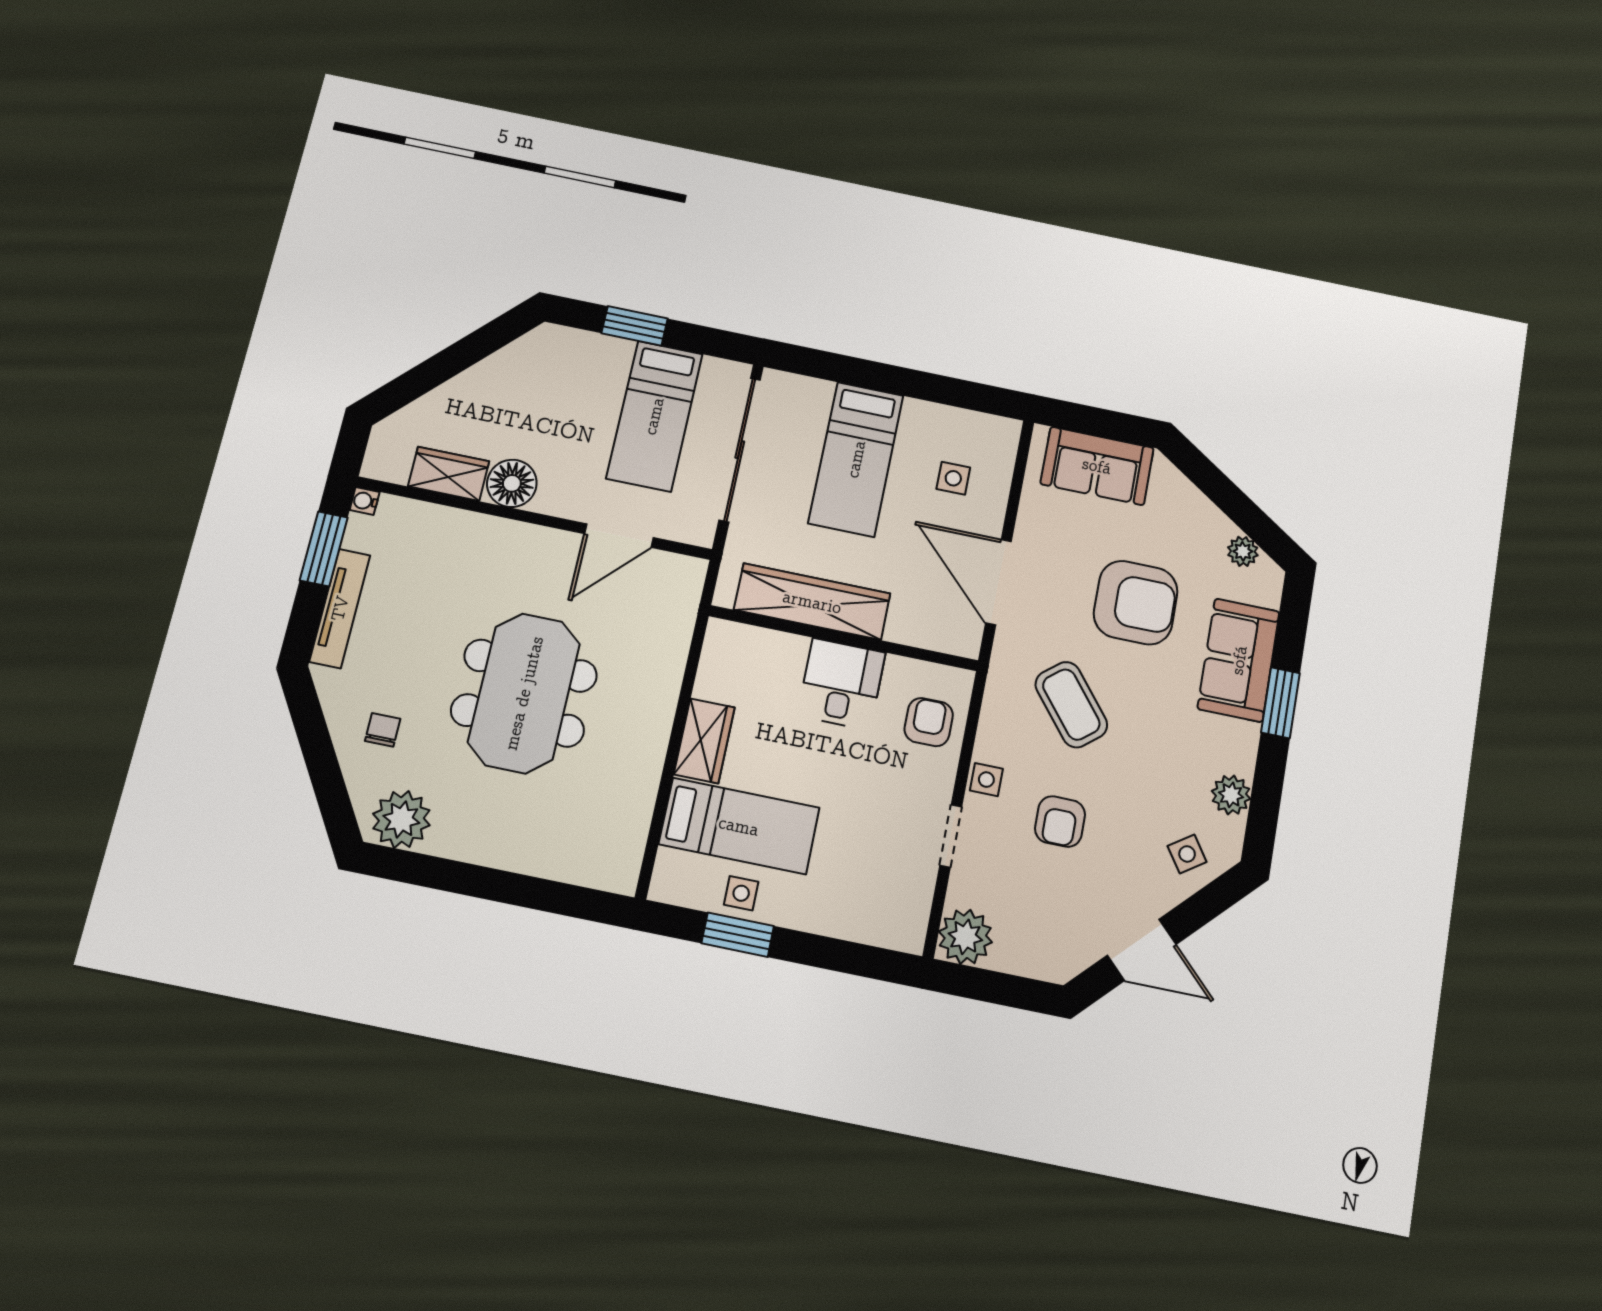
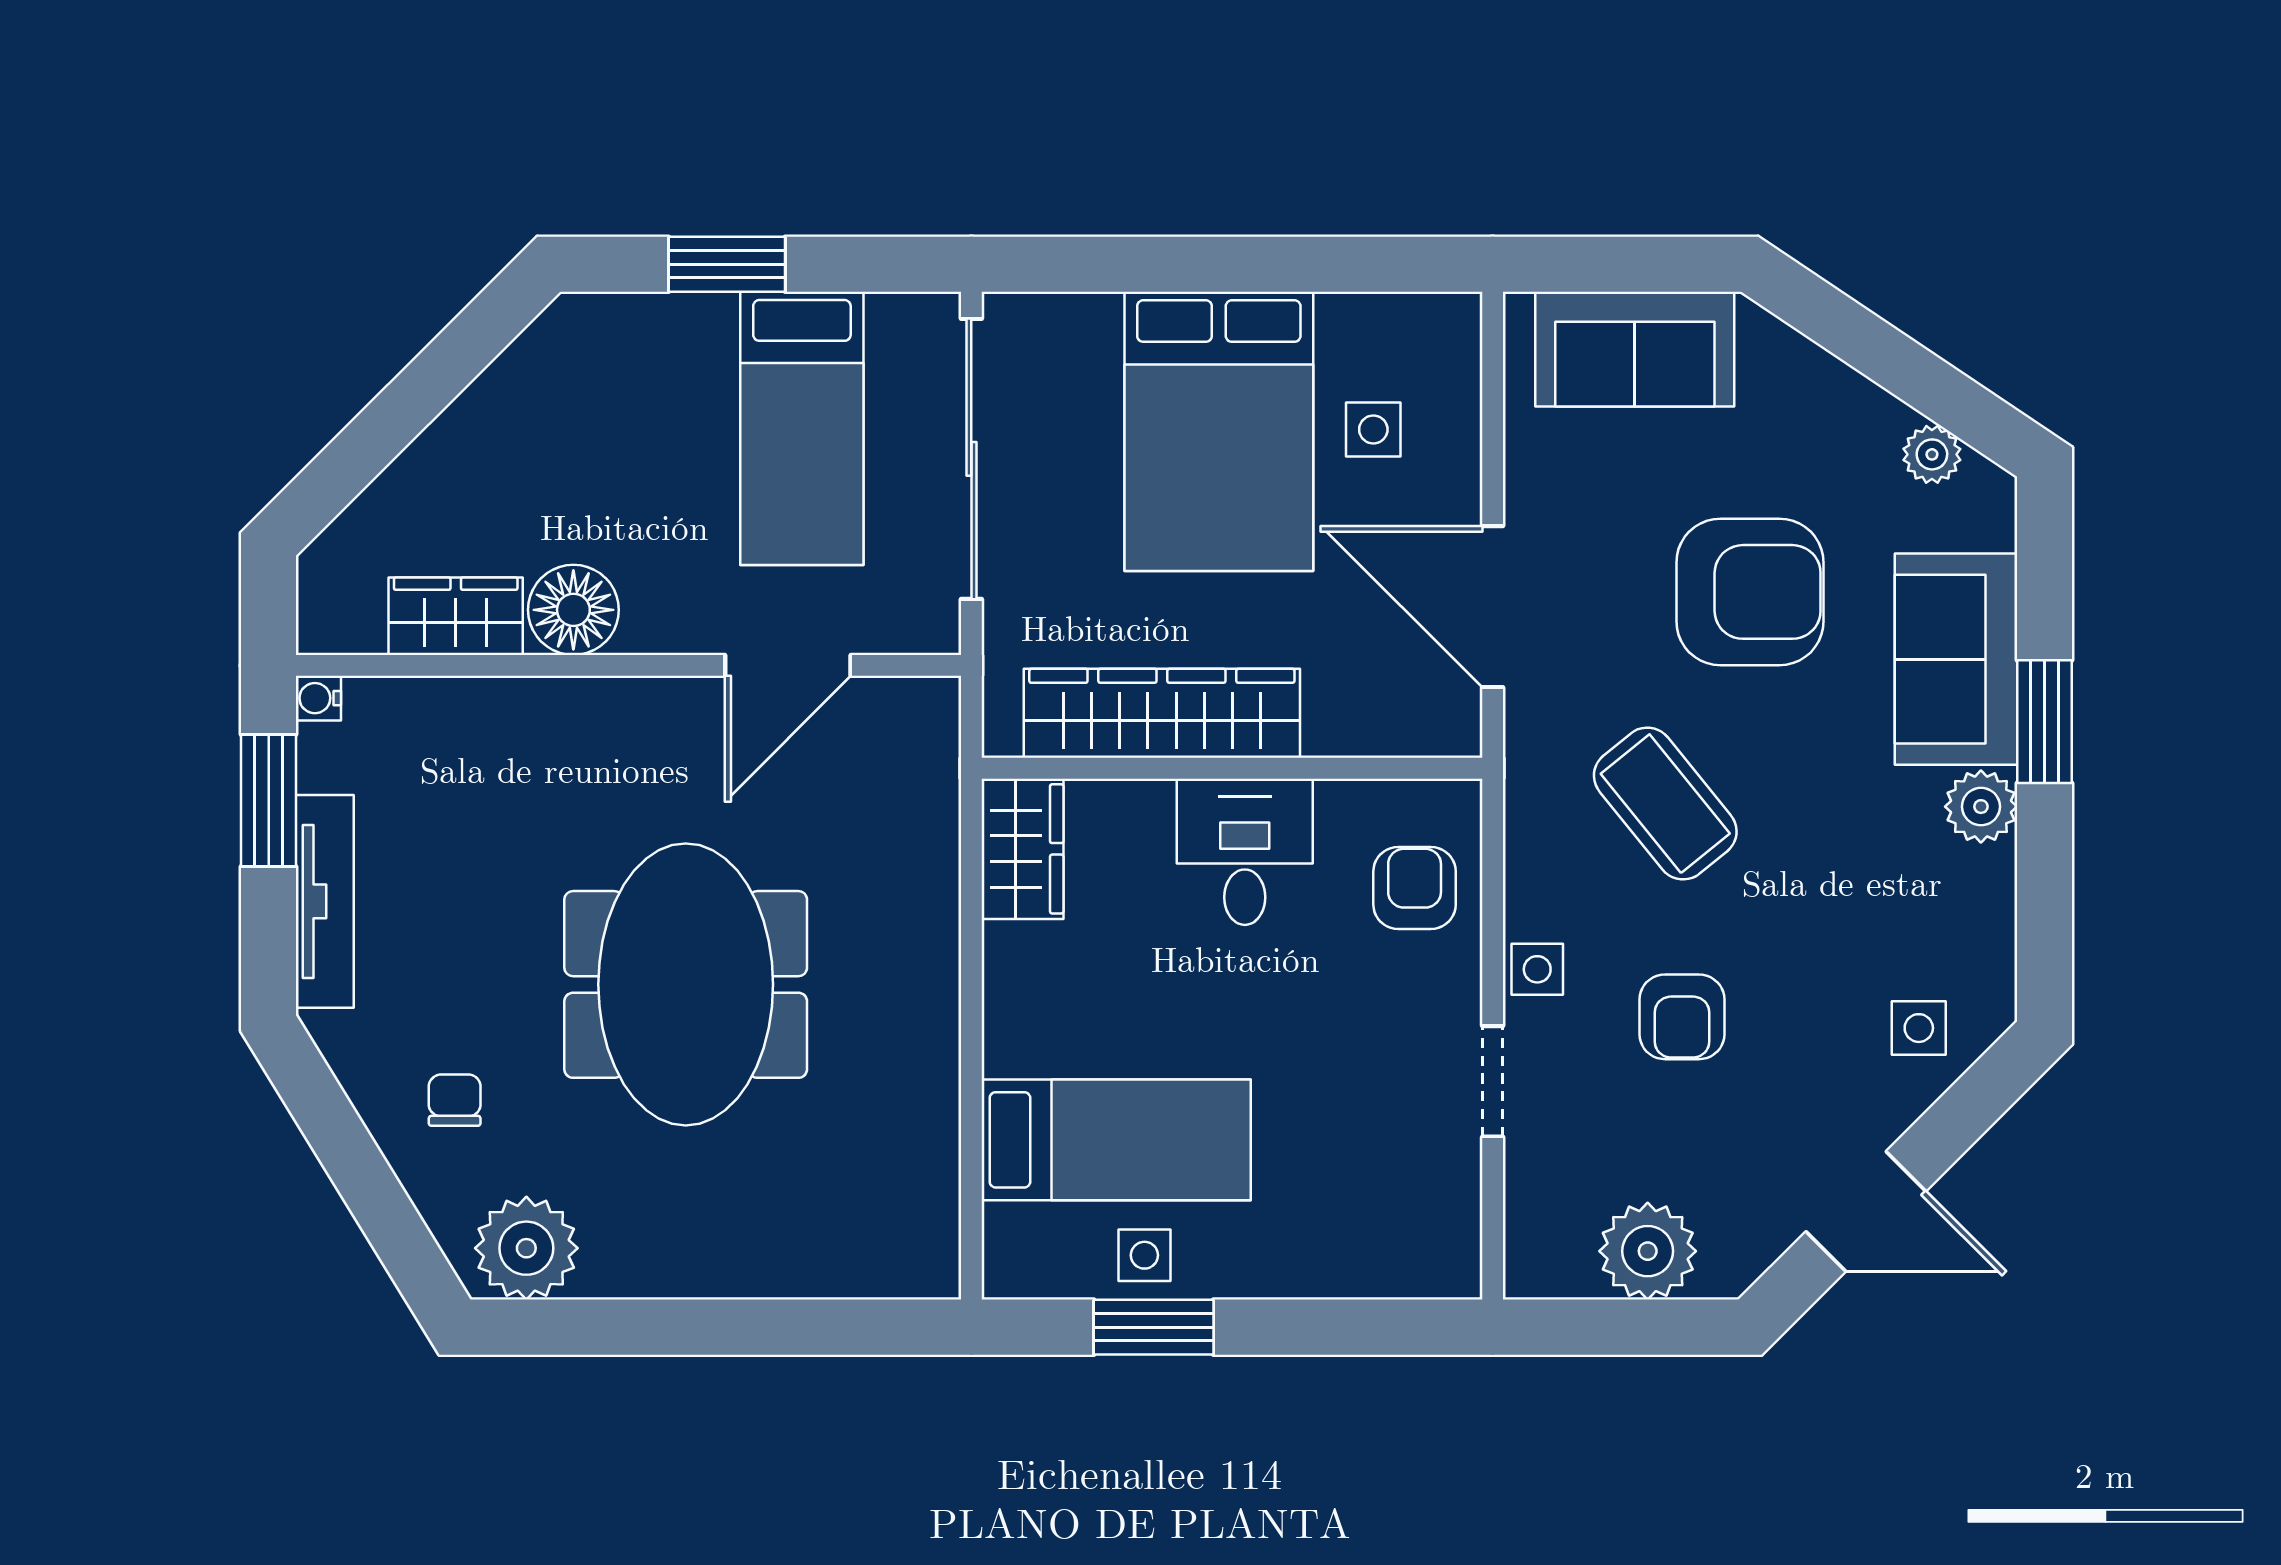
bed: (856, 459) -> (1219, 431), width x1.50
wardrobe: (704, 741) -> (1022, 849), moved
plant: (1231, 795) -> (1981, 807), moved
side table: (1187, 854) -> (1919, 1028), turned 34
plant: (965, 937) -> (1648, 1251), moved

